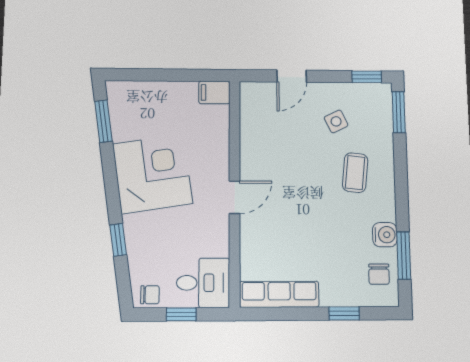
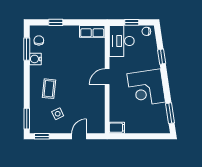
desk: (203, 283) -> (122, 41), width x1.37
row of seats: (279, 294) -> (92, 31), width x0.68

